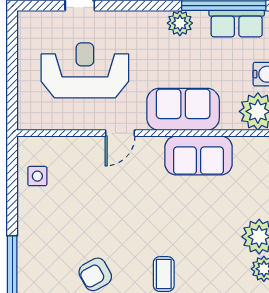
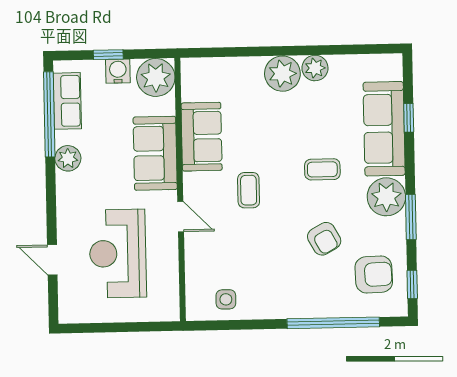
coffee table: (145, 201) -> (249, 190), added

